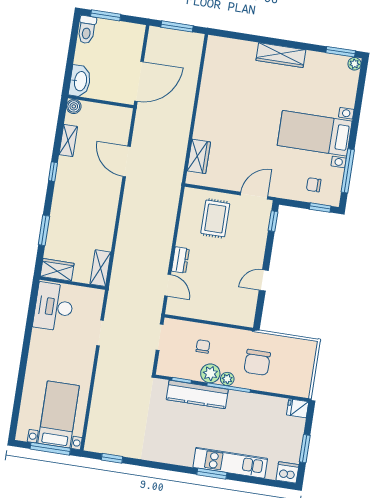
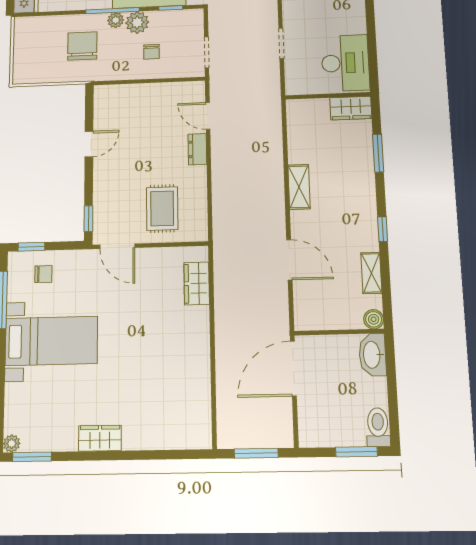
wardrobe: (281, 55) -> (100, 438), width x0.67
door: (254, 196) -> (117, 246), hinge flipped
shelving: (100, 268) -> (299, 187), moved

